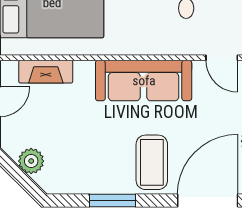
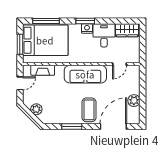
door: (222, 58) -> (120, 64), hinge flipped

